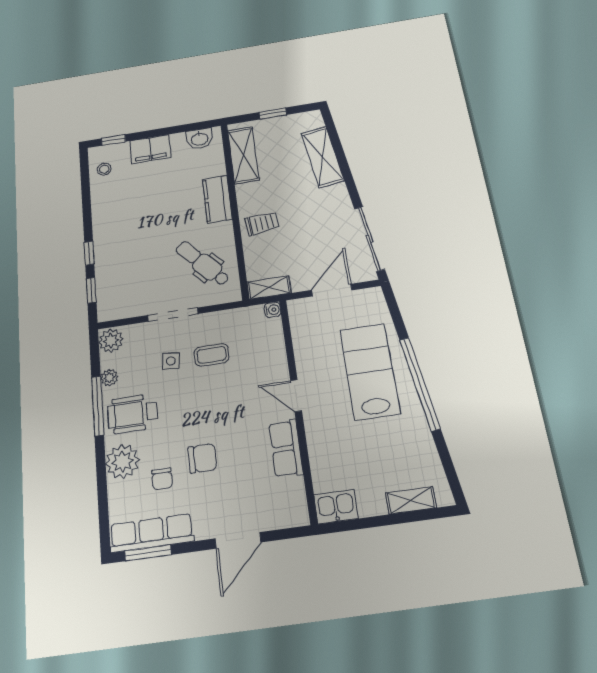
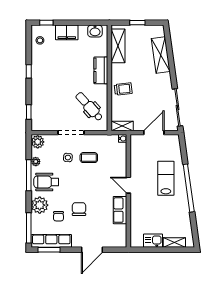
window: (89, 253) -> (29, 71), moved
lab bench: (370, 371) -> (166, 178), width x0.73, depth x0.72
chair: (202, 458) -> (79, 209), turned -90
kitchen sink: (336, 507) -> (153, 241), moved
window: (103, 512) -> (29, 228), added

